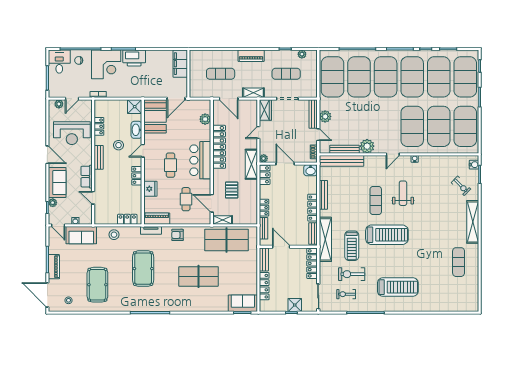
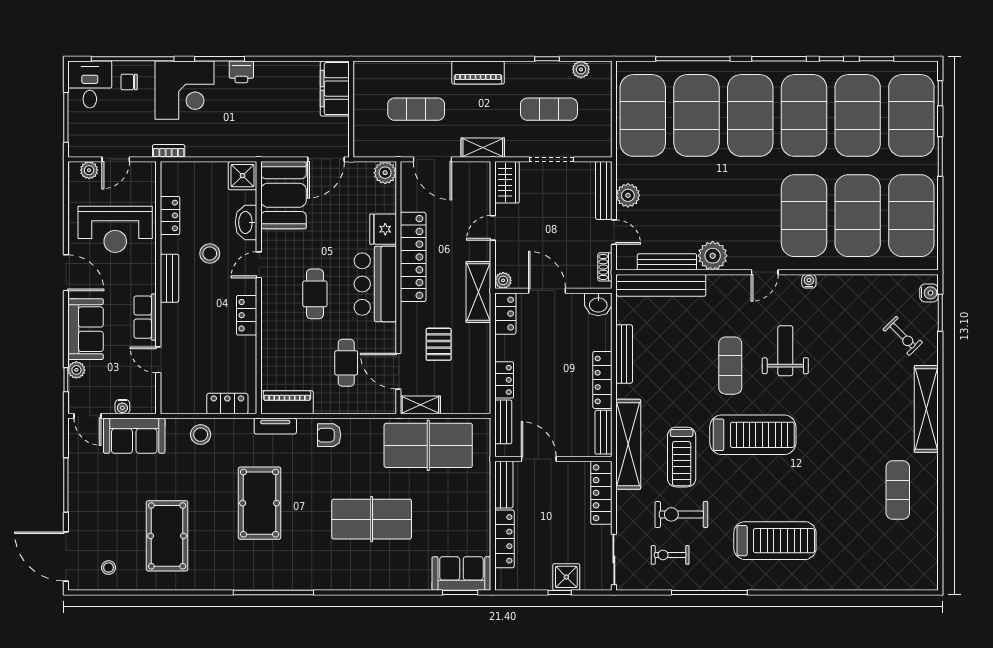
printer: (134, 58) -> (241, 72), width x0.53, depth x0.68
plant: (205, 119) -> (385, 173), moved
fridge: (150, 189) -> (383, 229), moved, turned 180
piano: (54, 267) -> (79, 499), removed

